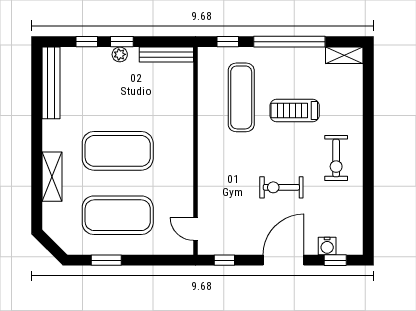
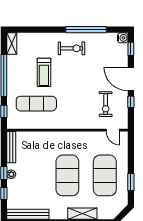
window: (368, 183) -> (86, 30), added
exercise bike: (281, 187) -> (106, 104), moved
door: (195, 229) -> (113, 130), hinge flipped
water cooler: (327, 246) -> (123, 38), moved
window: (224, 260) -> (131, 102), moved

